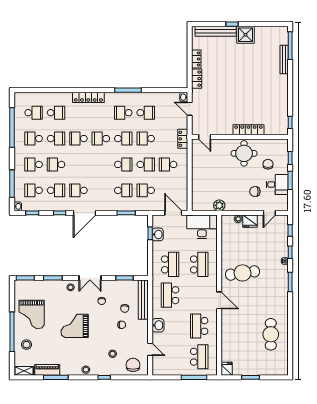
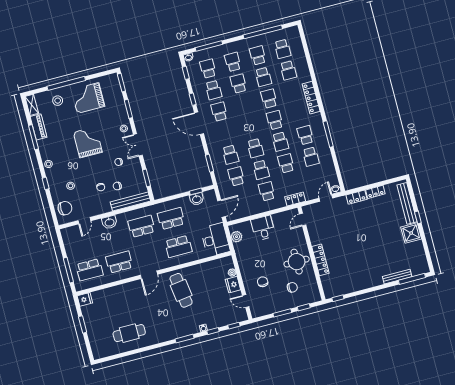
desk: (277, 184) -> (263, 228), moved, turned 180
plant: (219, 205) -> (237, 237), moved
school desk: (170, 264) -> (171, 219), turned 180

